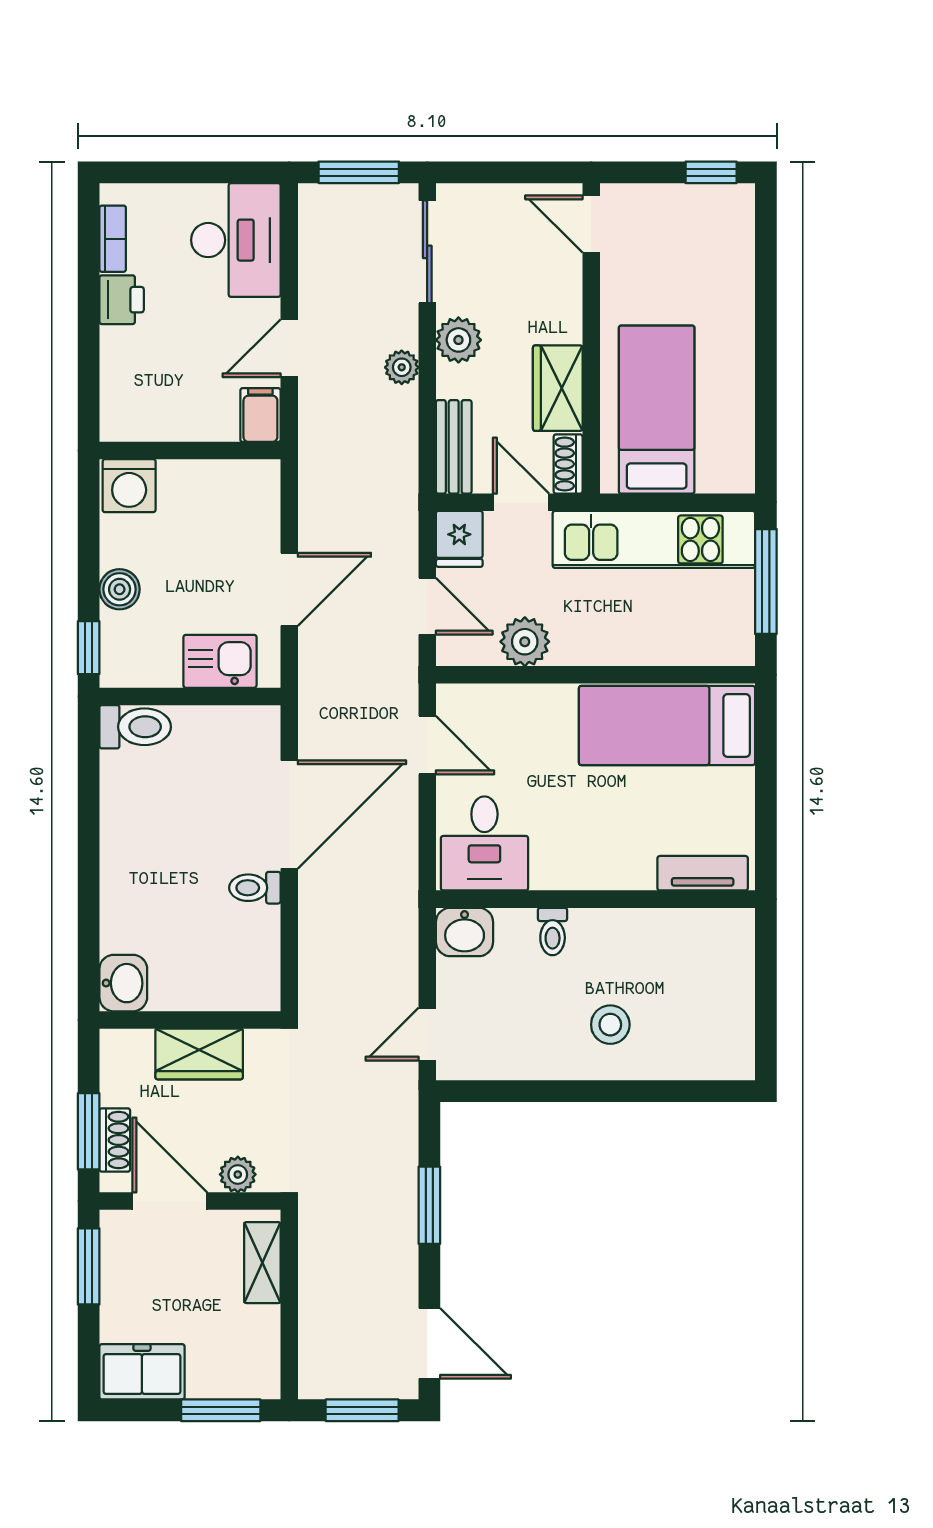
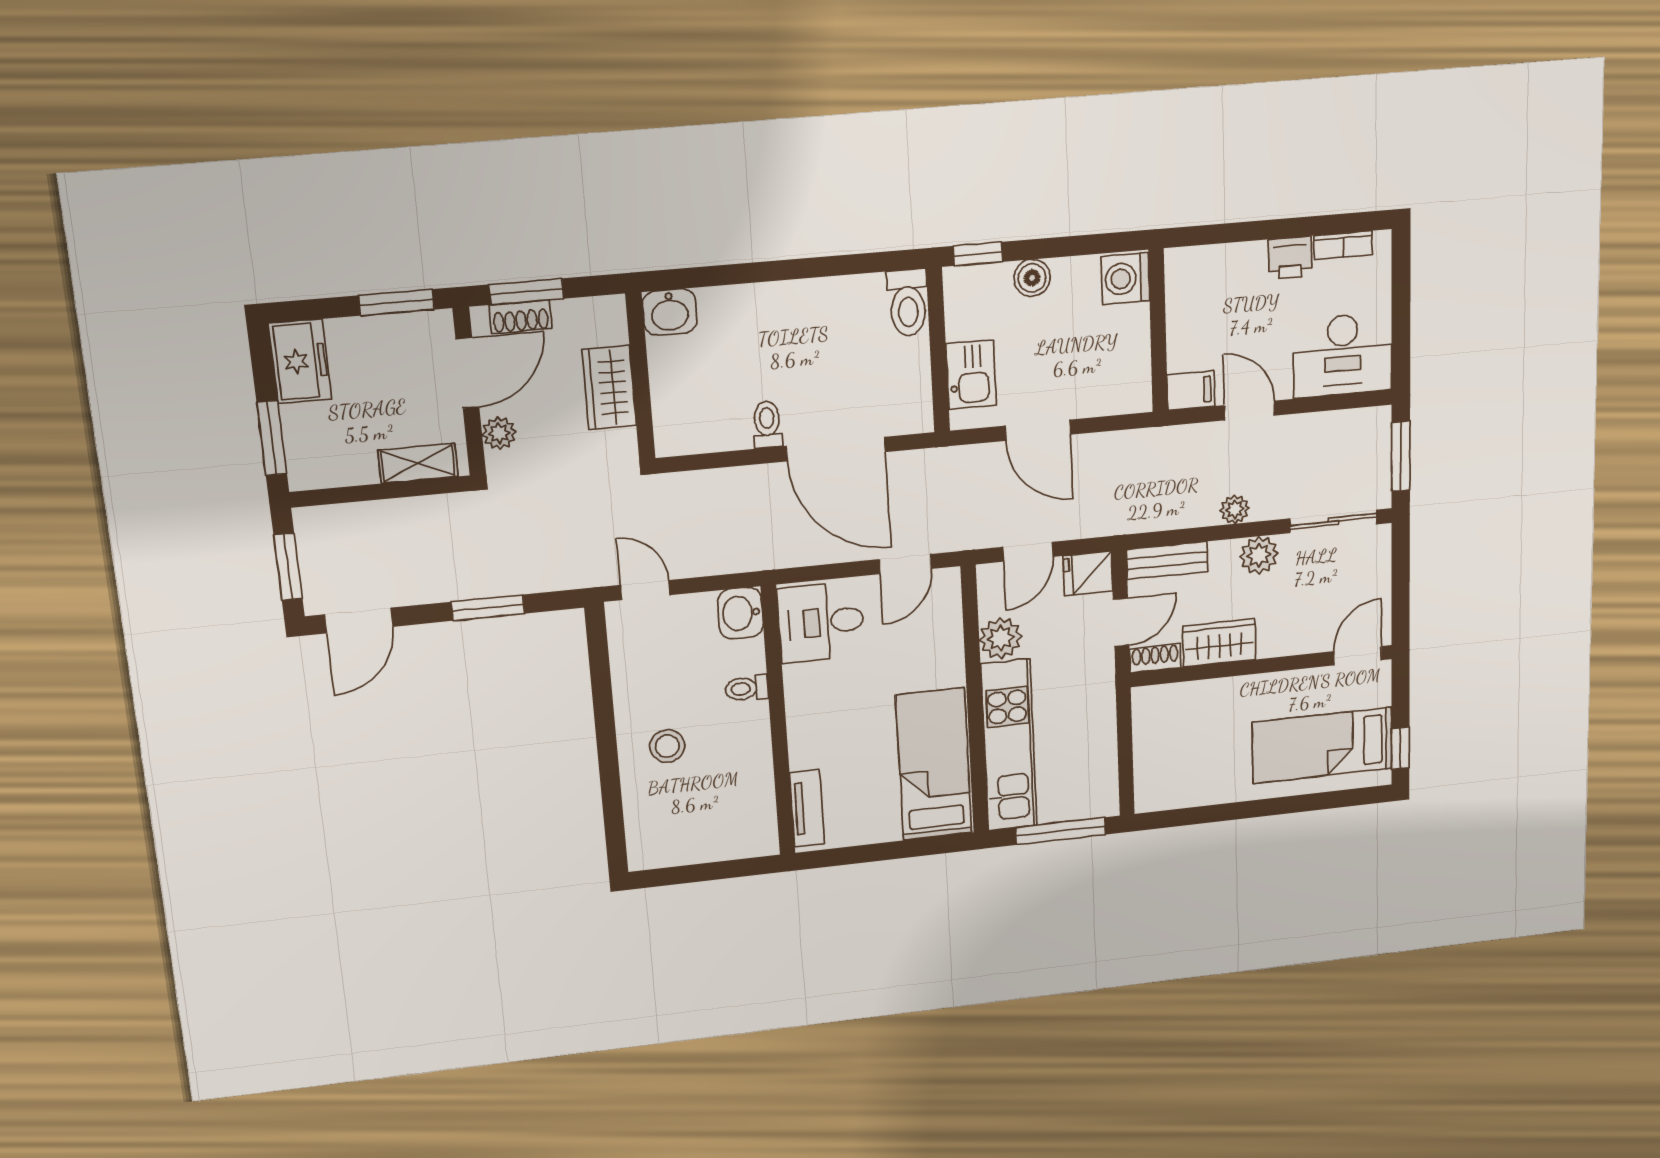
bed: (657, 410) -> (1322, 745), moved, turned 180
kitchen unit: (654, 539) -> (1009, 745), moved, turned 180

